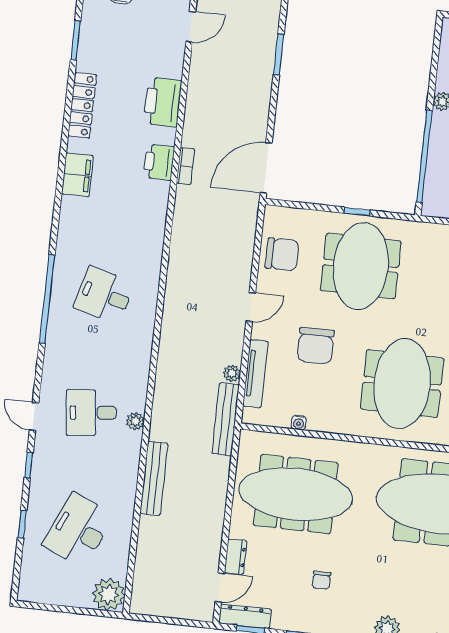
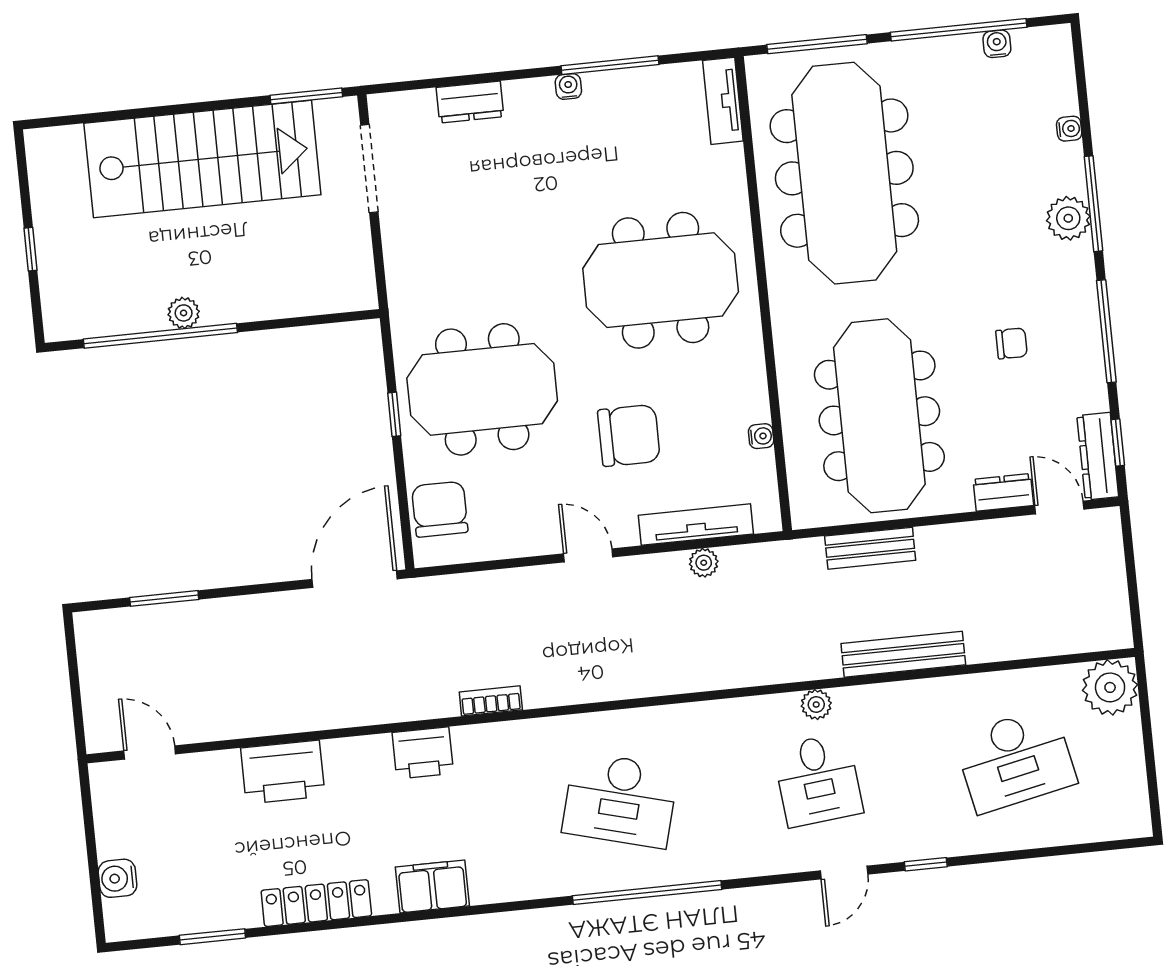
window: (424, 156) -> (160, 336), moved
printer: (159, 162) -> (423, 753), moved
bookcase: (185, 166) -> (491, 701), moved
door: (266, 168) -> (355, 579), swing flipped
chair: (282, 254) -> (440, 509), moved
desk: (104, 295) -> (620, 800), width x1.37
bench: (226, 419) -> (870, 548), moved, width x0.73
window: (22, 524) -> (1025, 854), removed
desk: (78, 530) -> (1015, 760), turned -36

